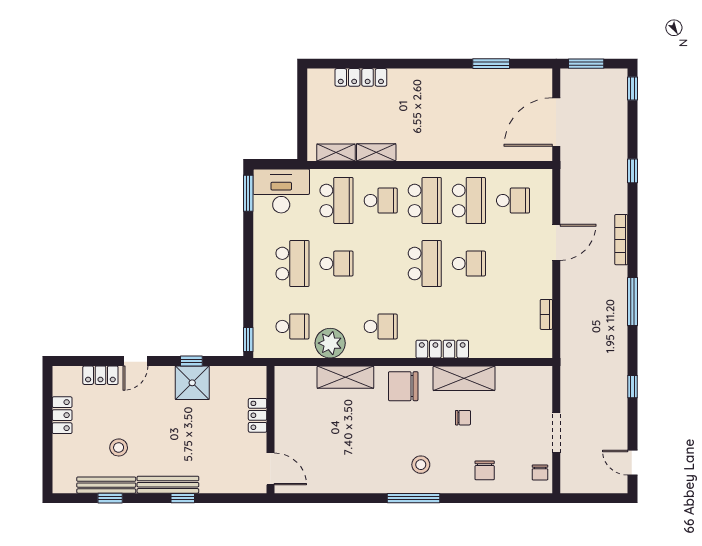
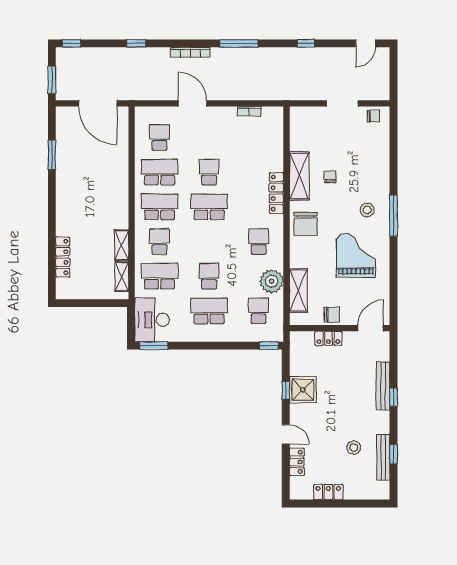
shelving: (345, 377) -> (298, 290), moved
grand piano: (363, 450) -> (356, 255), added
chair: (485, 470) -> (332, 315), moved
bench: (168, 485) -> (383, 386), moved

